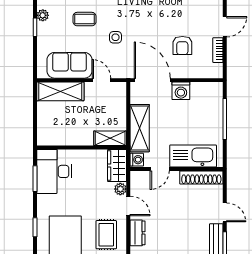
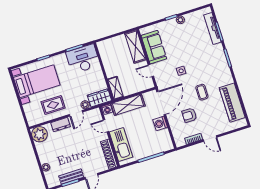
coffee table: (85, 19) -> (202, 92), moved
door: (101, 80) -> (151, 71), swing flipped

